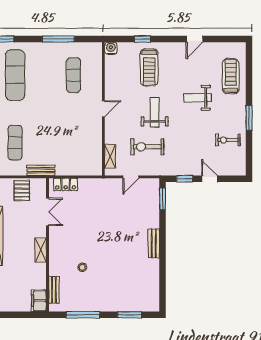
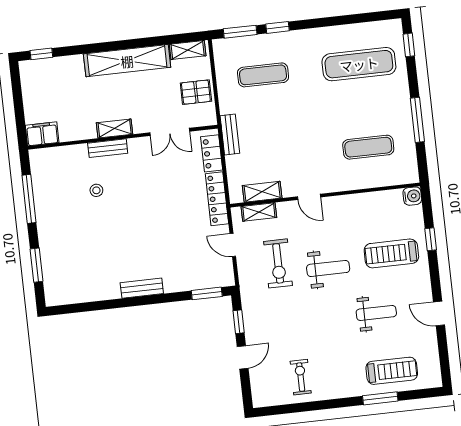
weight bench: (197, 98) -> (376, 313), moved, turned 90
door: (103, 109) -> (309, 197), moved
window: (249, 118) -> (380, 398), moved
exercise bike: (147, 147) -> (278, 263), turned 180
shelving: (96, 152) -> (262, 192), added
bench: (41, 170) -> (230, 134), moved
locker: (98, 184) -> (217, 199), added
bench: (54, 290) -> (108, 148), moved

